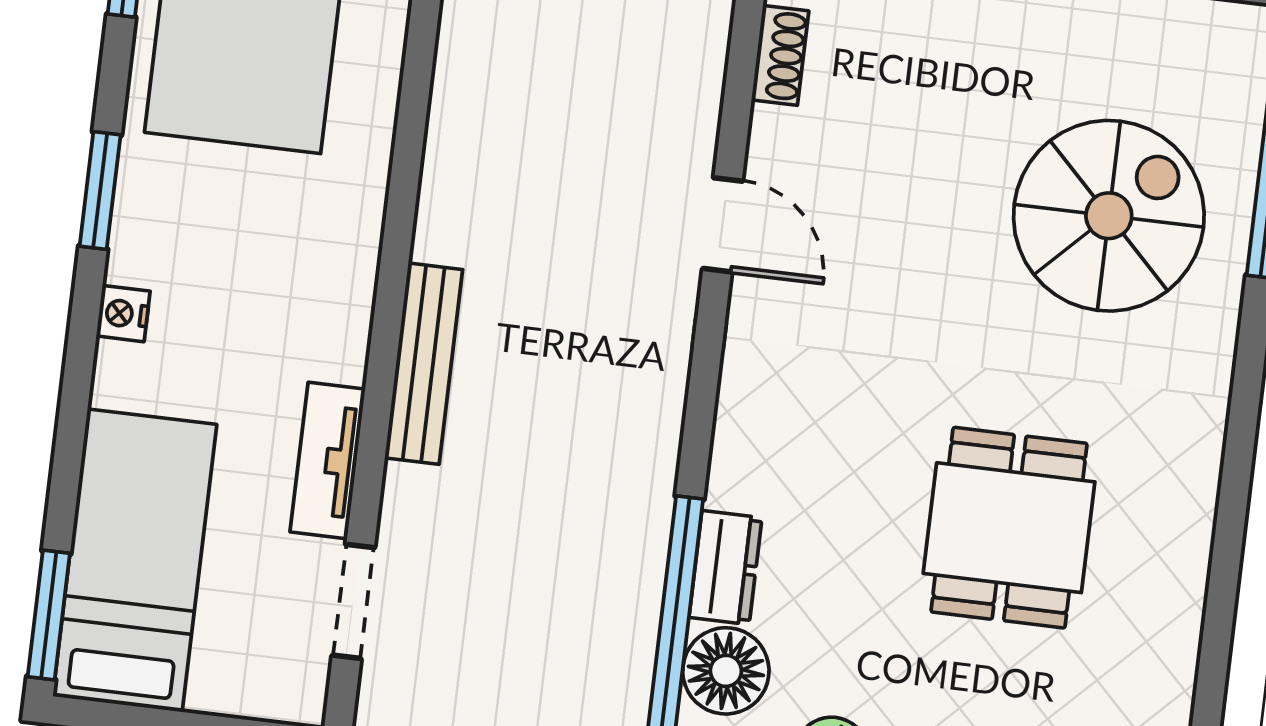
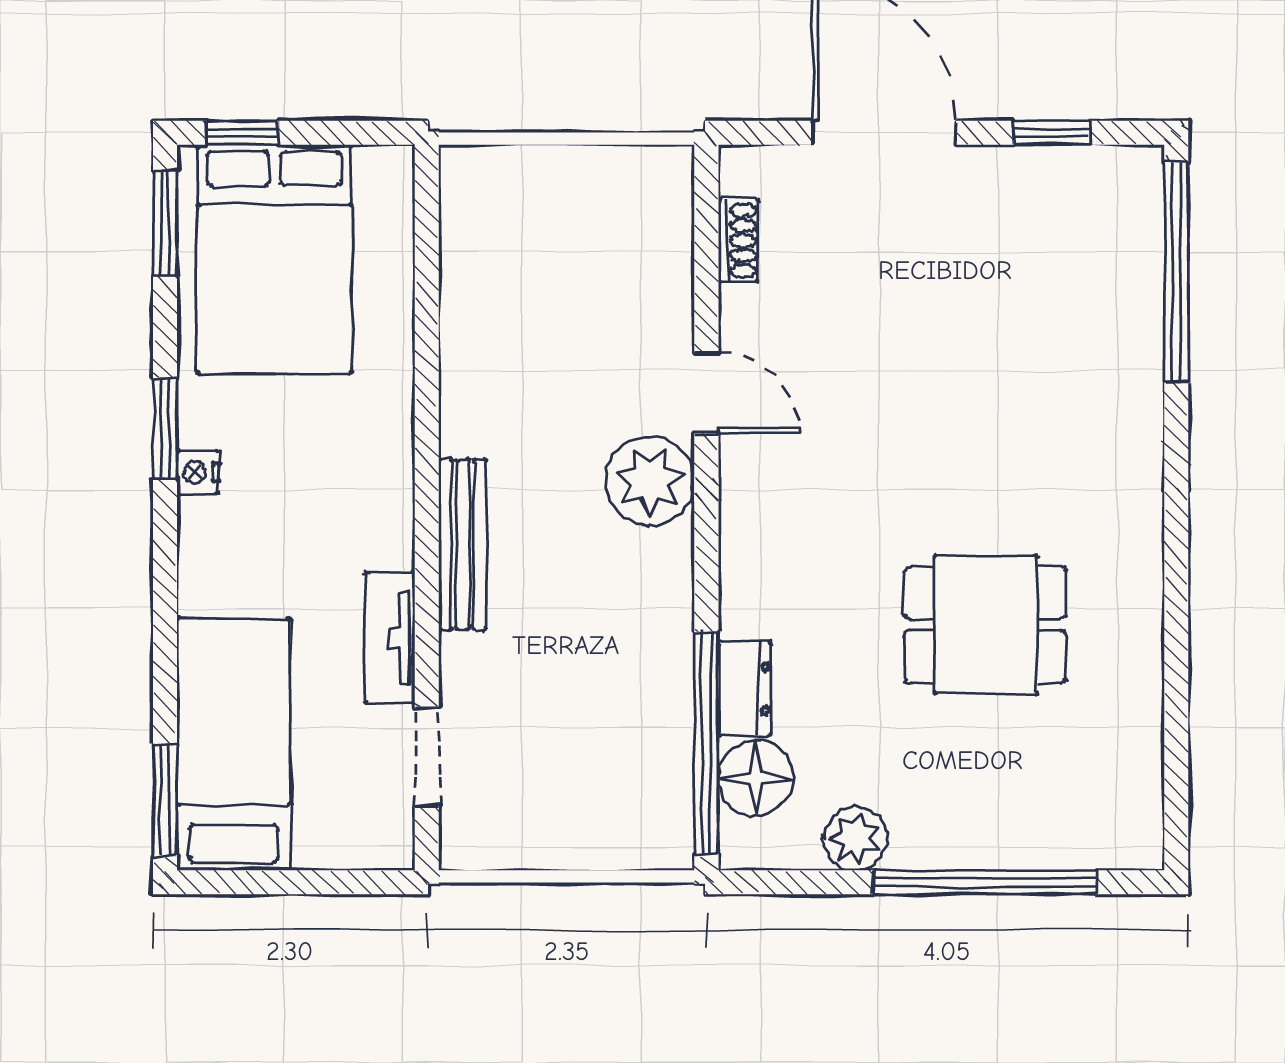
spiral stairs: (1109, 216) -> (1039, 345), removed
nightstand: (123, 314) -> (198, 472), moved
plant: (646, 317) -> (650, 481), added
dining table: (1009, 528) -> (986, 625), turned 90

